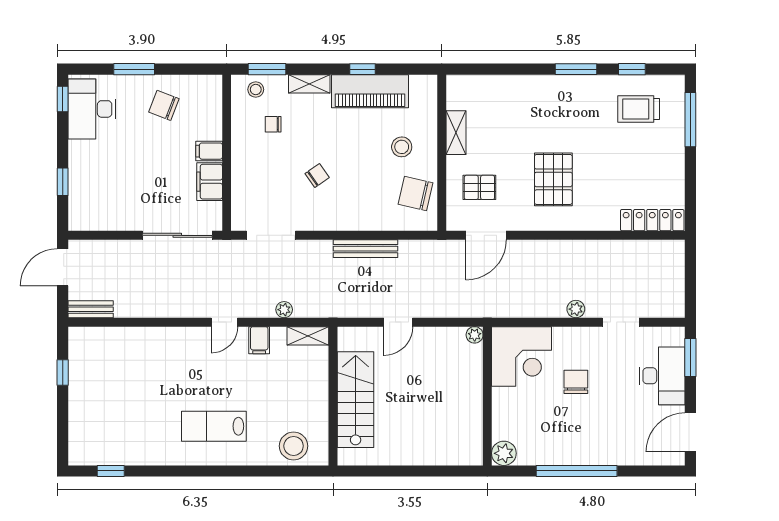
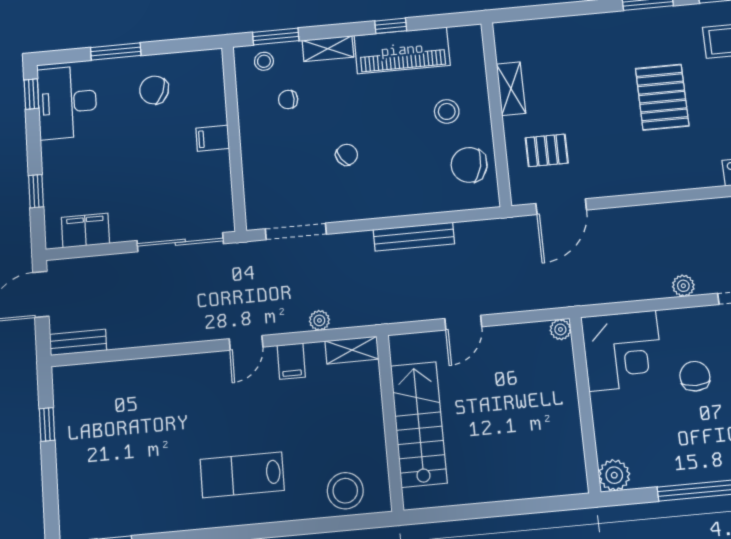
pallet: (553, 179) -> (662, 97), moved
filing cabinet: (210, 182) -> (85, 230), moved, turned 90

